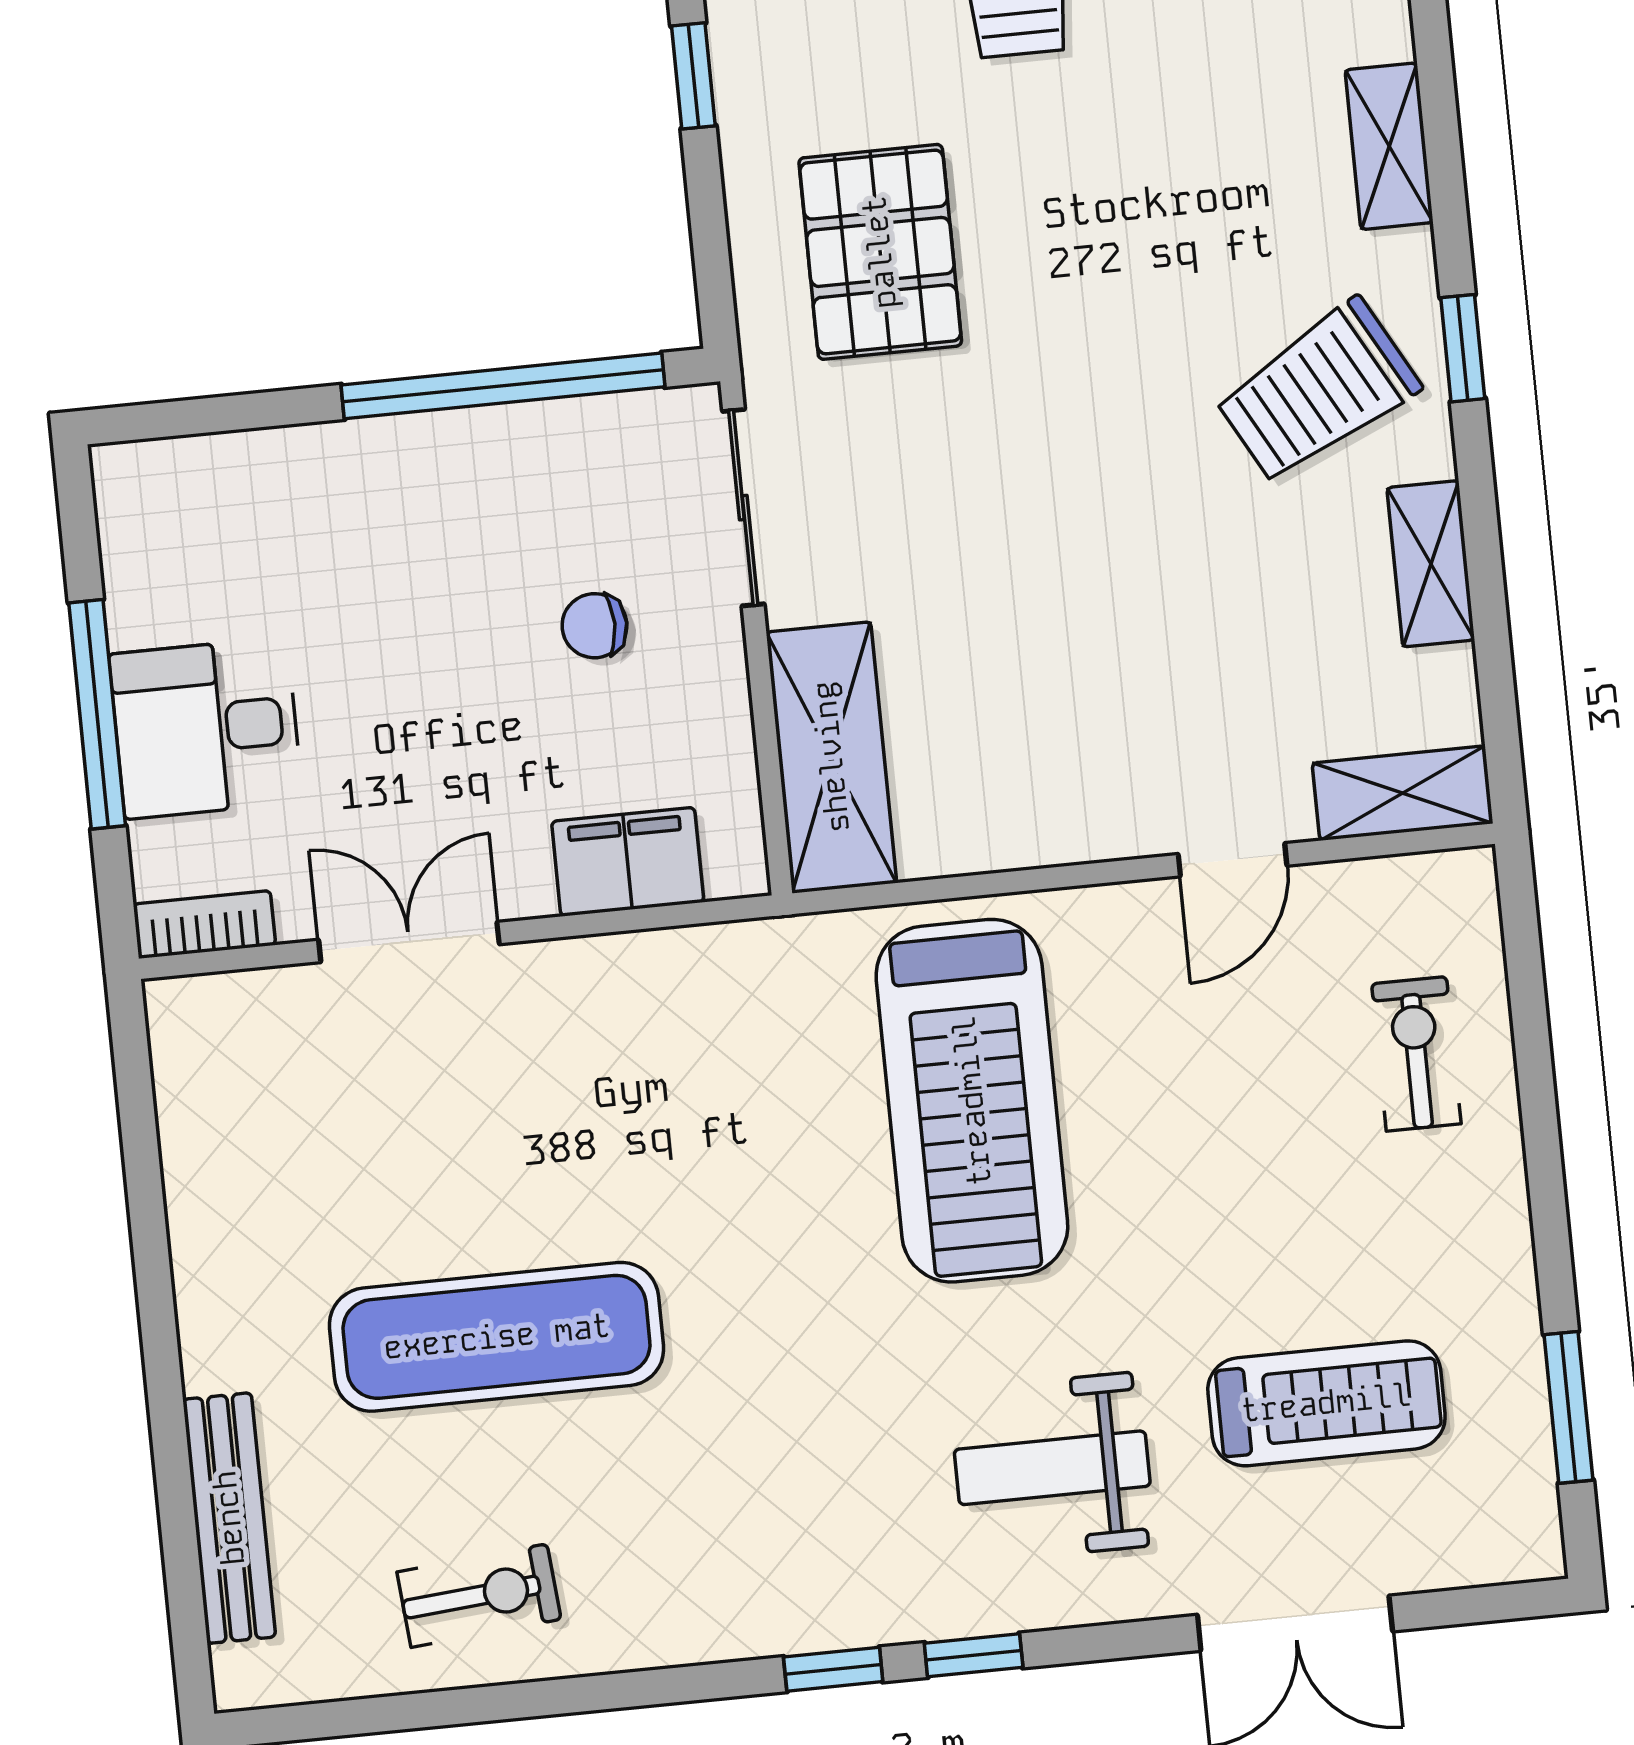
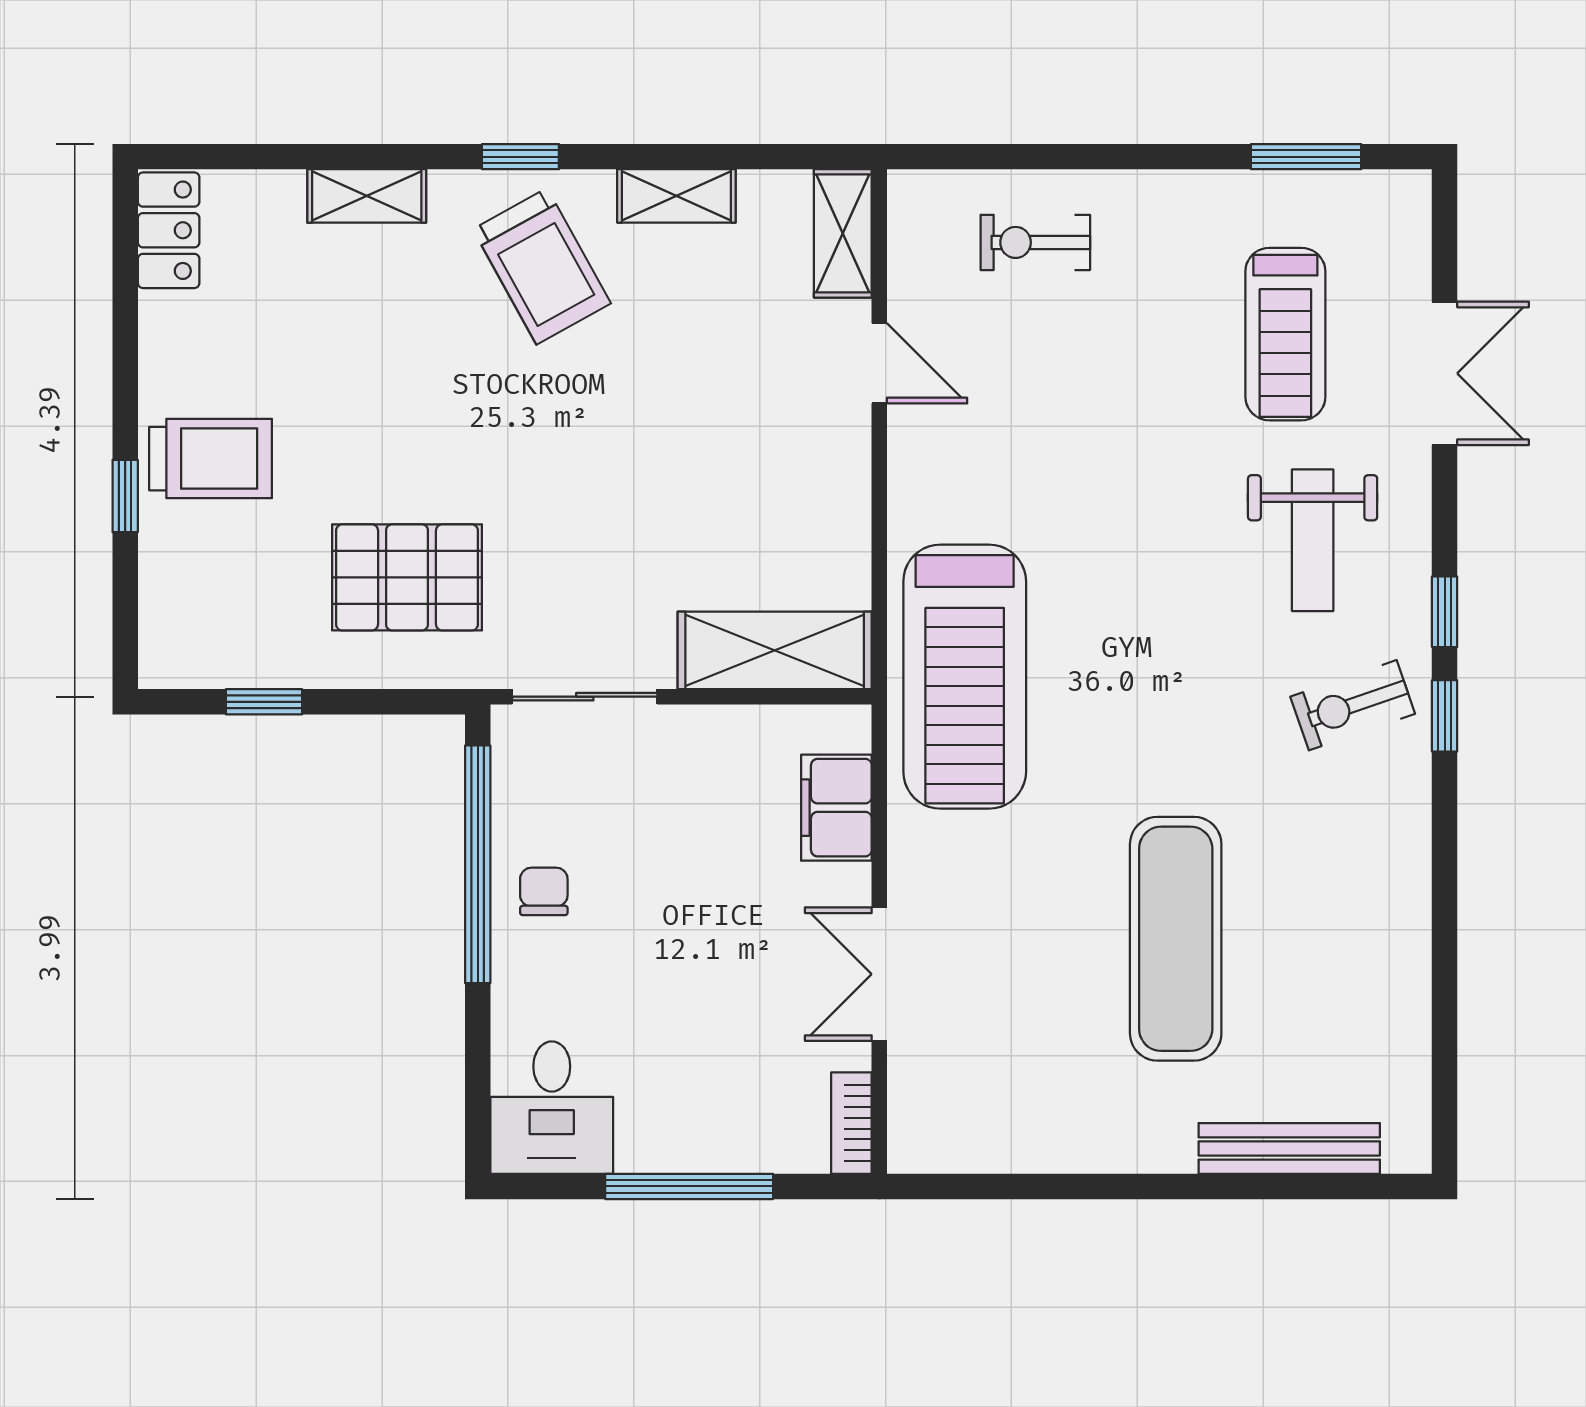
chair: (594, 626) -> (544, 891), moved, turned 180
desk: (206, 728) -> (552, 1108), moved
treadmill: (972, 1101) -> (965, 677), moved, turned 90
treadmill: (1326, 1403) -> (1285, 334), turned 180
exercise bike: (479, 1596) -> (1353, 705), moved, turned -104

